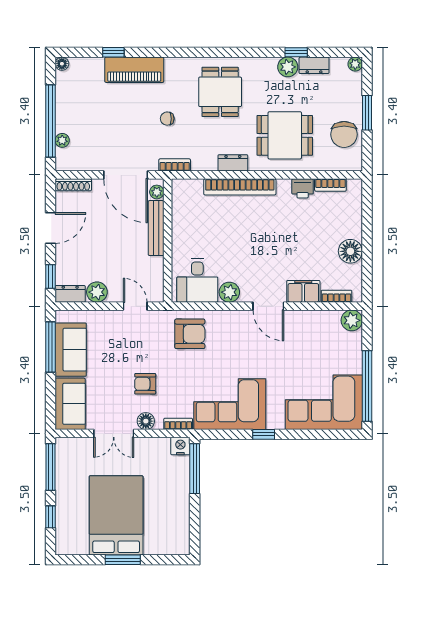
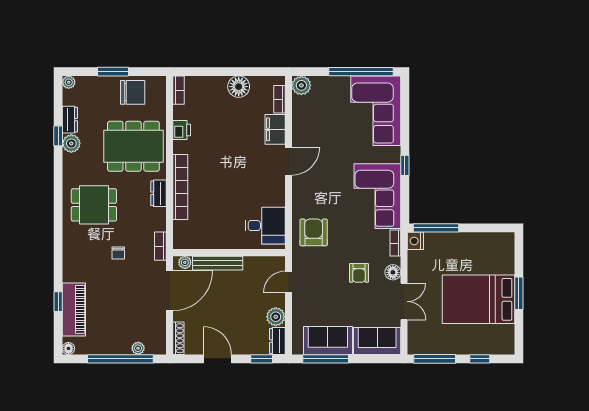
piano: (134, 70) -> (74, 309), moved
dining table: (285, 135) -> (133, 146), width x1.38
bookcase: (330, 185) -> (179, 90), moved
plant: (229, 292) -> (276, 197), removed

